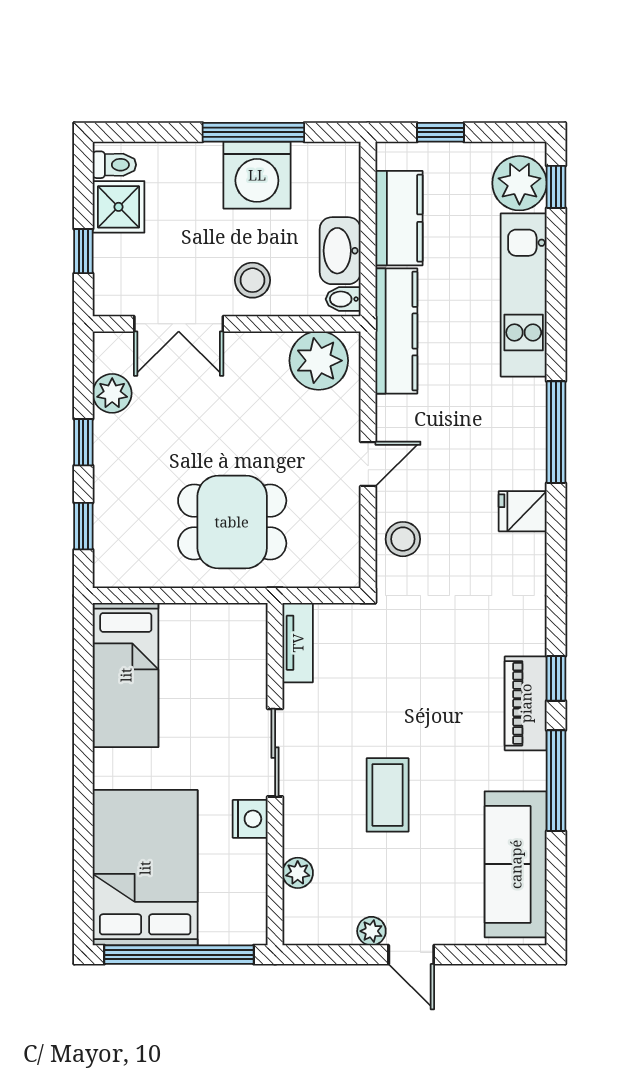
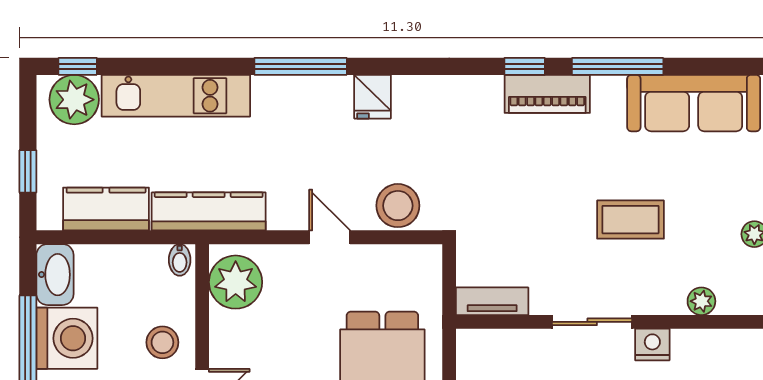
washbasin: (340, 251) -> (55, 275), moved, turned -90
stool: (403, 539) -> (398, 206), width x1.38, depth x1.38

